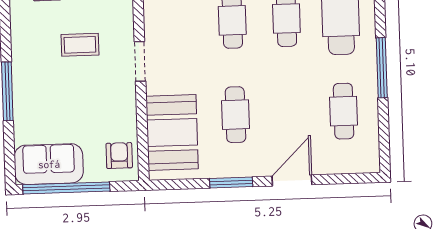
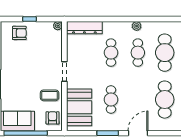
coffee table: (80, 45) -> (50, 95), moved
cafe table: (344, 111) -> (165, 100), width x1.37, depth x1.35

